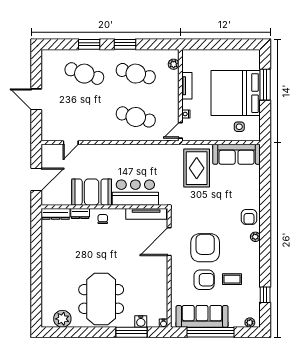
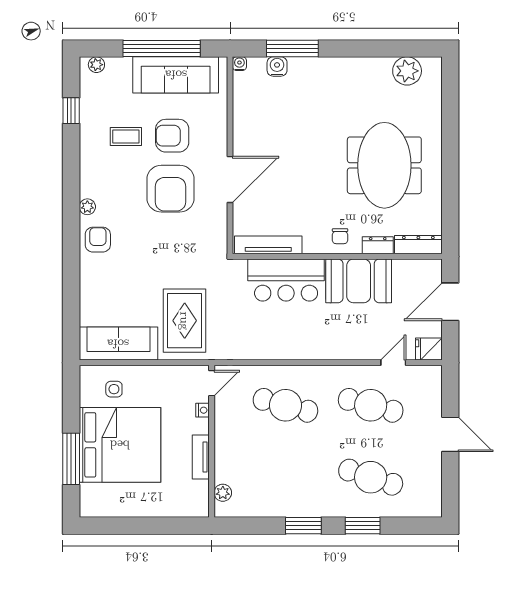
cafe table: (136, 74) -> (371, 405), moved
fridge: (49, 151) -> (429, 349), added
door: (169, 242) -> (230, 179), moved
meeting table: (101, 299) -> (384, 165), moved

